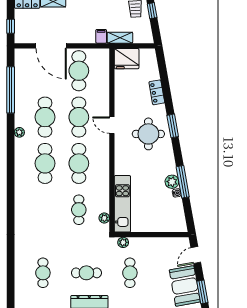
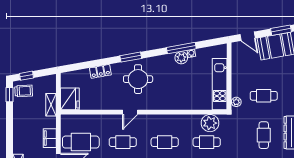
filing cabinet: (101, 36) -> (50, 138), moved, width x2.00
cafe table: (79, 117) -> (123, 142), width x0.73, depth x0.74
cafe table: (79, 163) -> (165, 142), width x0.73, depth x0.74
kitchen unit: (122, 204) -> (220, 84), moved, turned -90
plant: (104, 218) -> (210, 123), width x1.88, depth x1.88

